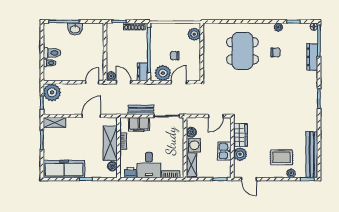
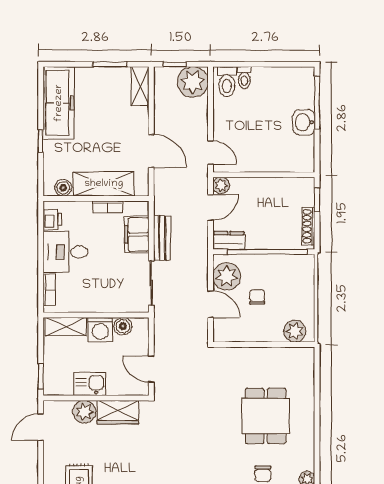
dining table: (242, 51) -> (266, 416), width x0.73
toilet: (52, 53) -> (227, 82), moved

